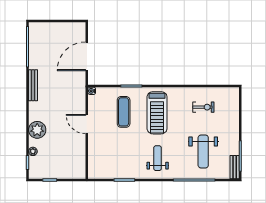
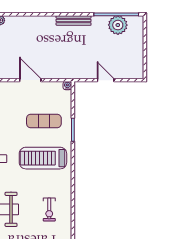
door: (87, 56) -> (106, 80), width x0.53
door: (87, 124) -> (30, 80), hinge flipped
plant: (37, 130) -> (118, 25), moved

